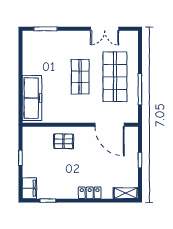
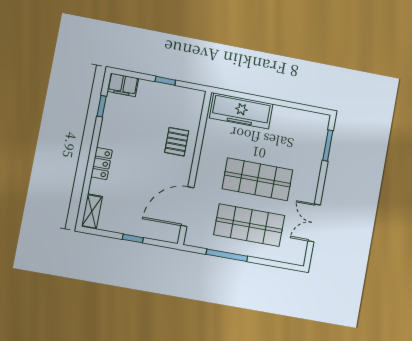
shop shelf: (80, 77) -> (258, 179), width x1.43, depth x1.36

